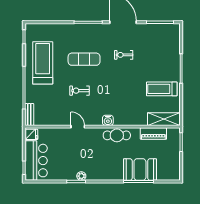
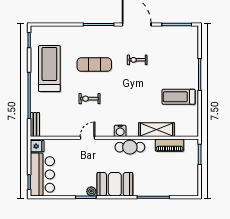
shelving: (164, 119) -> (156, 130), moved
door: (78, 127) -> (87, 138), hinge flipped
booth: (140, 170) -> (115, 184), moved

